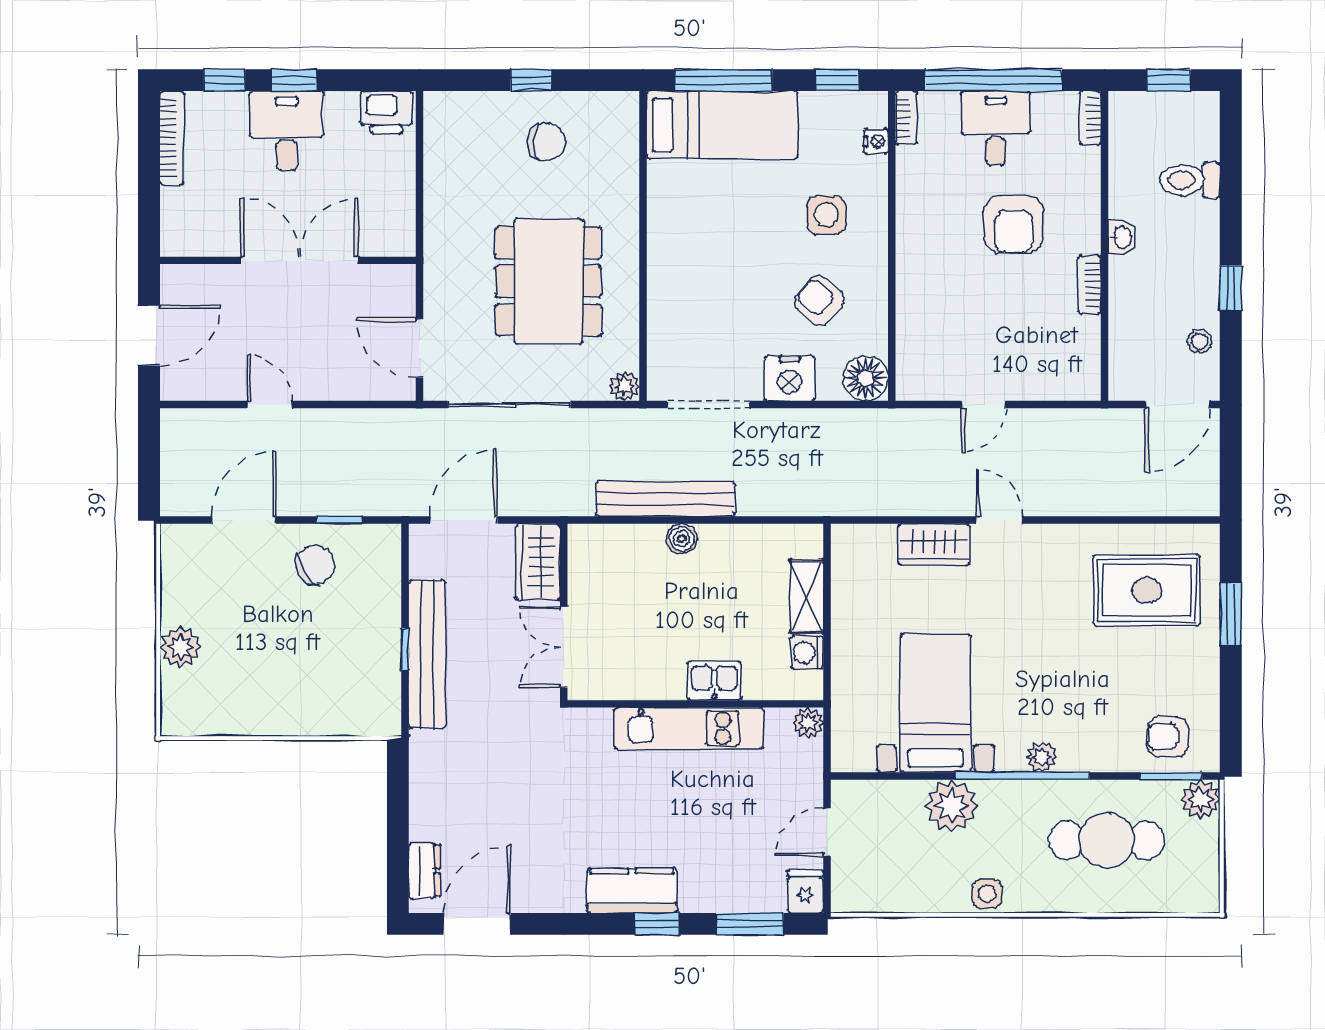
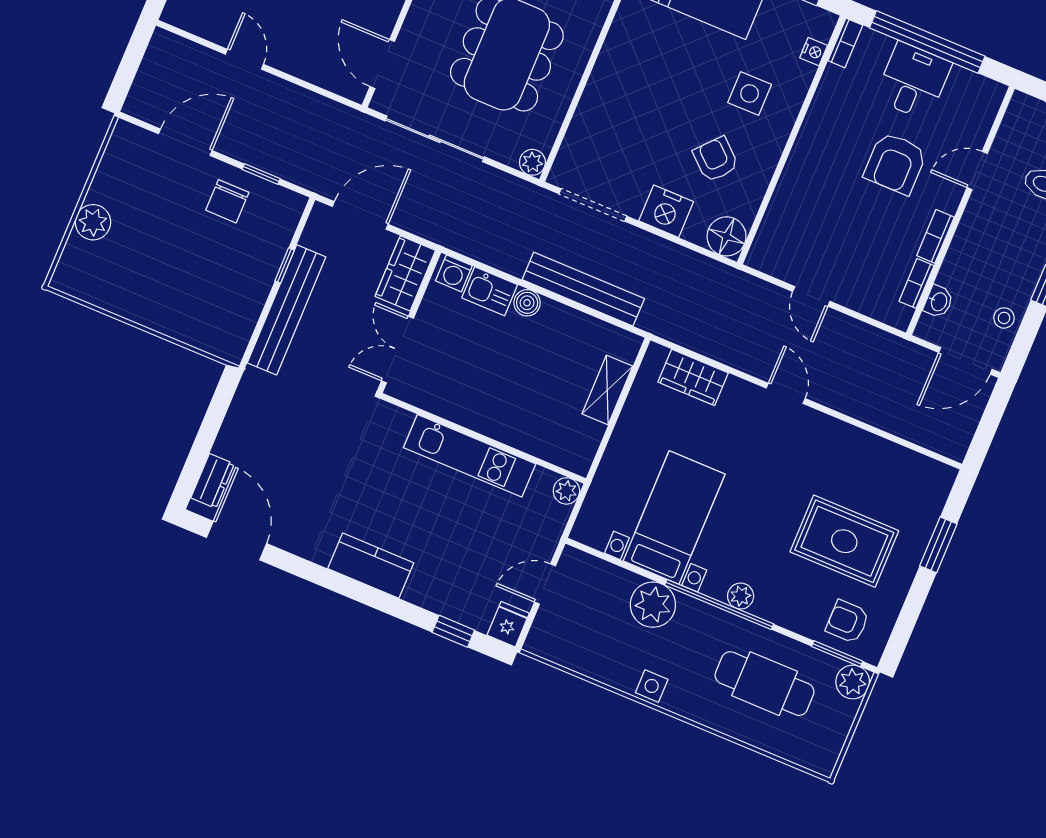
bookcase: (1090, 118) -> (916, 283), moved
door: (1105, 195) -> (977, 171), added
washbasin: (1122, 237) -> (938, 302), moved
door: (983, 405) -> (811, 296), hinge flipped
bench: (665, 499) -> (583, 289), moved
wardrobe: (934, 544) -> (693, 377), moved
chair: (315, 564) -> (227, 201), turned 122
rug: (1147, 590) -> (844, 541), moved
window: (405, 649) -> (285, 265), moved
washing machine: (807, 653) -> (454, 273), moved, turned -90
kitchen sink: (714, 681) -> (490, 291), moved, turned 180
door: (477, 924) -> (237, 541), hinge flipped
window: (657, 924) -> (379, 600), removed
window: (750, 924) -> (453, 631), width x0.67

